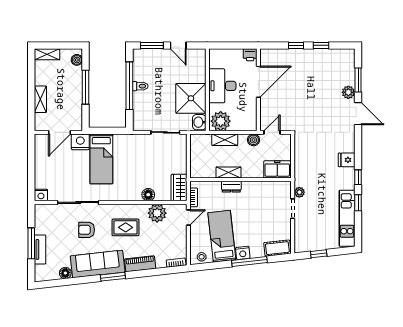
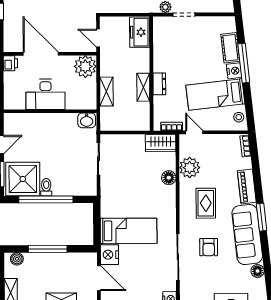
shower: (191, 98) -> (23, 179), moved
plant: (221, 121) -> (85, 66), moved
boiler: (253, 140) -> (107, 59), removed
cot: (277, 248) -> (230, 48), moved

